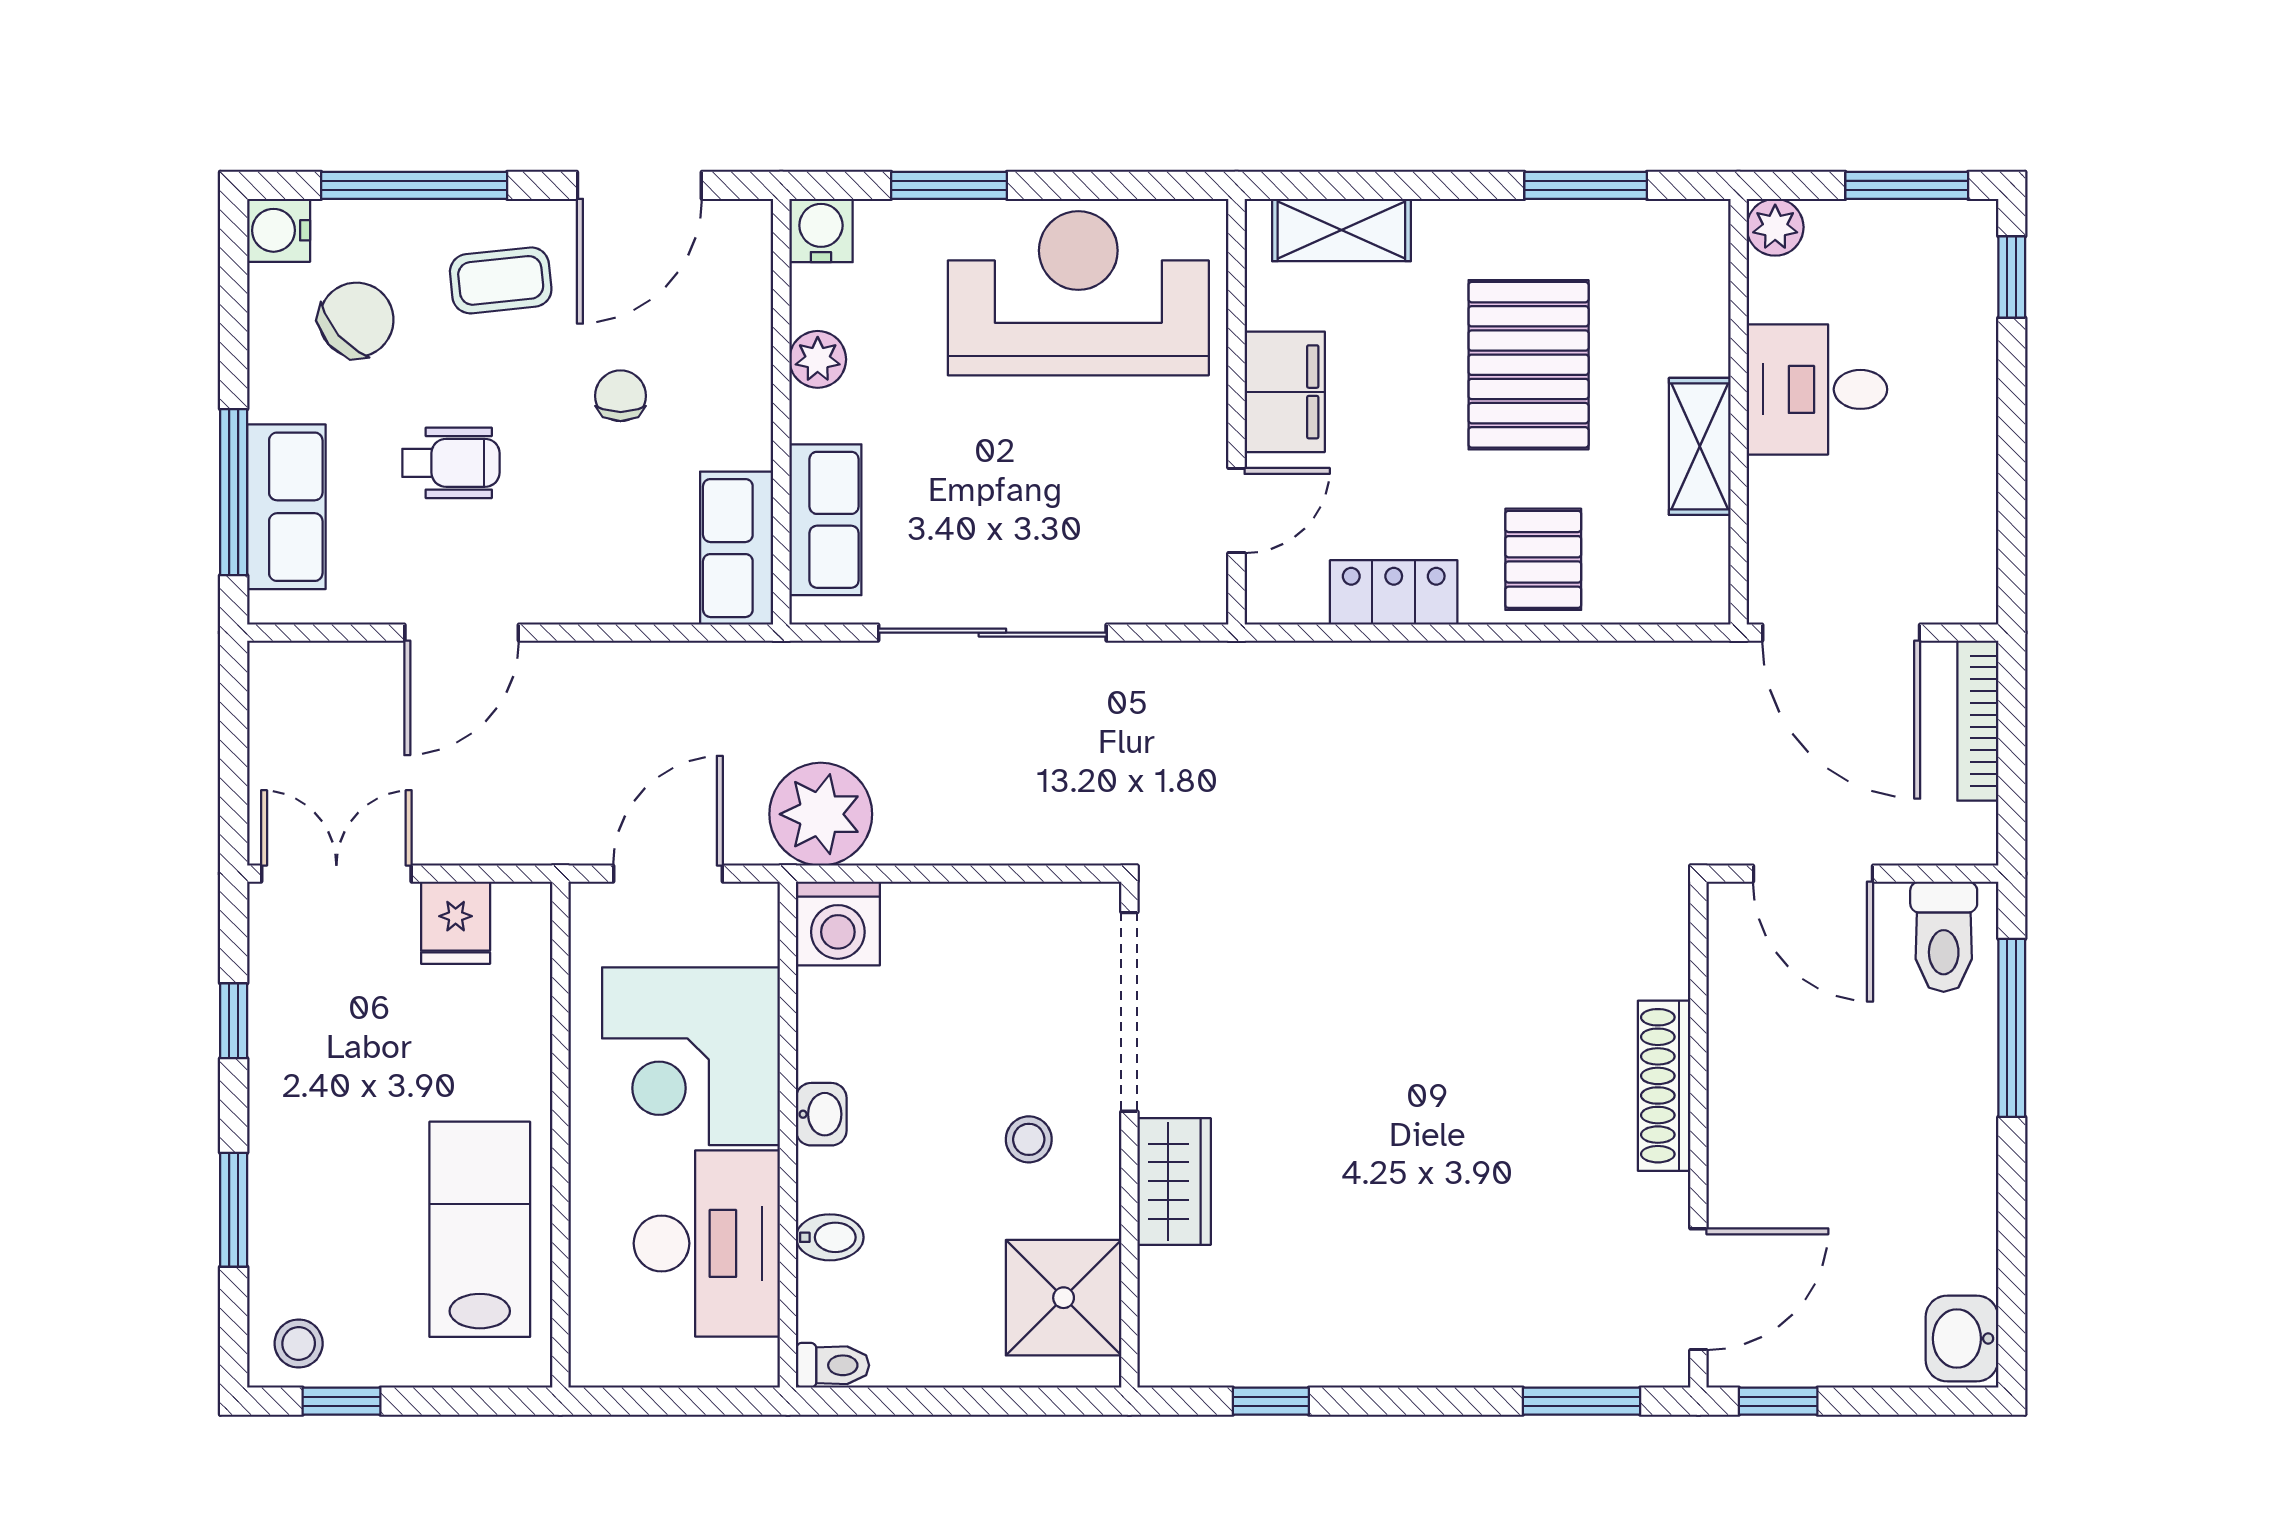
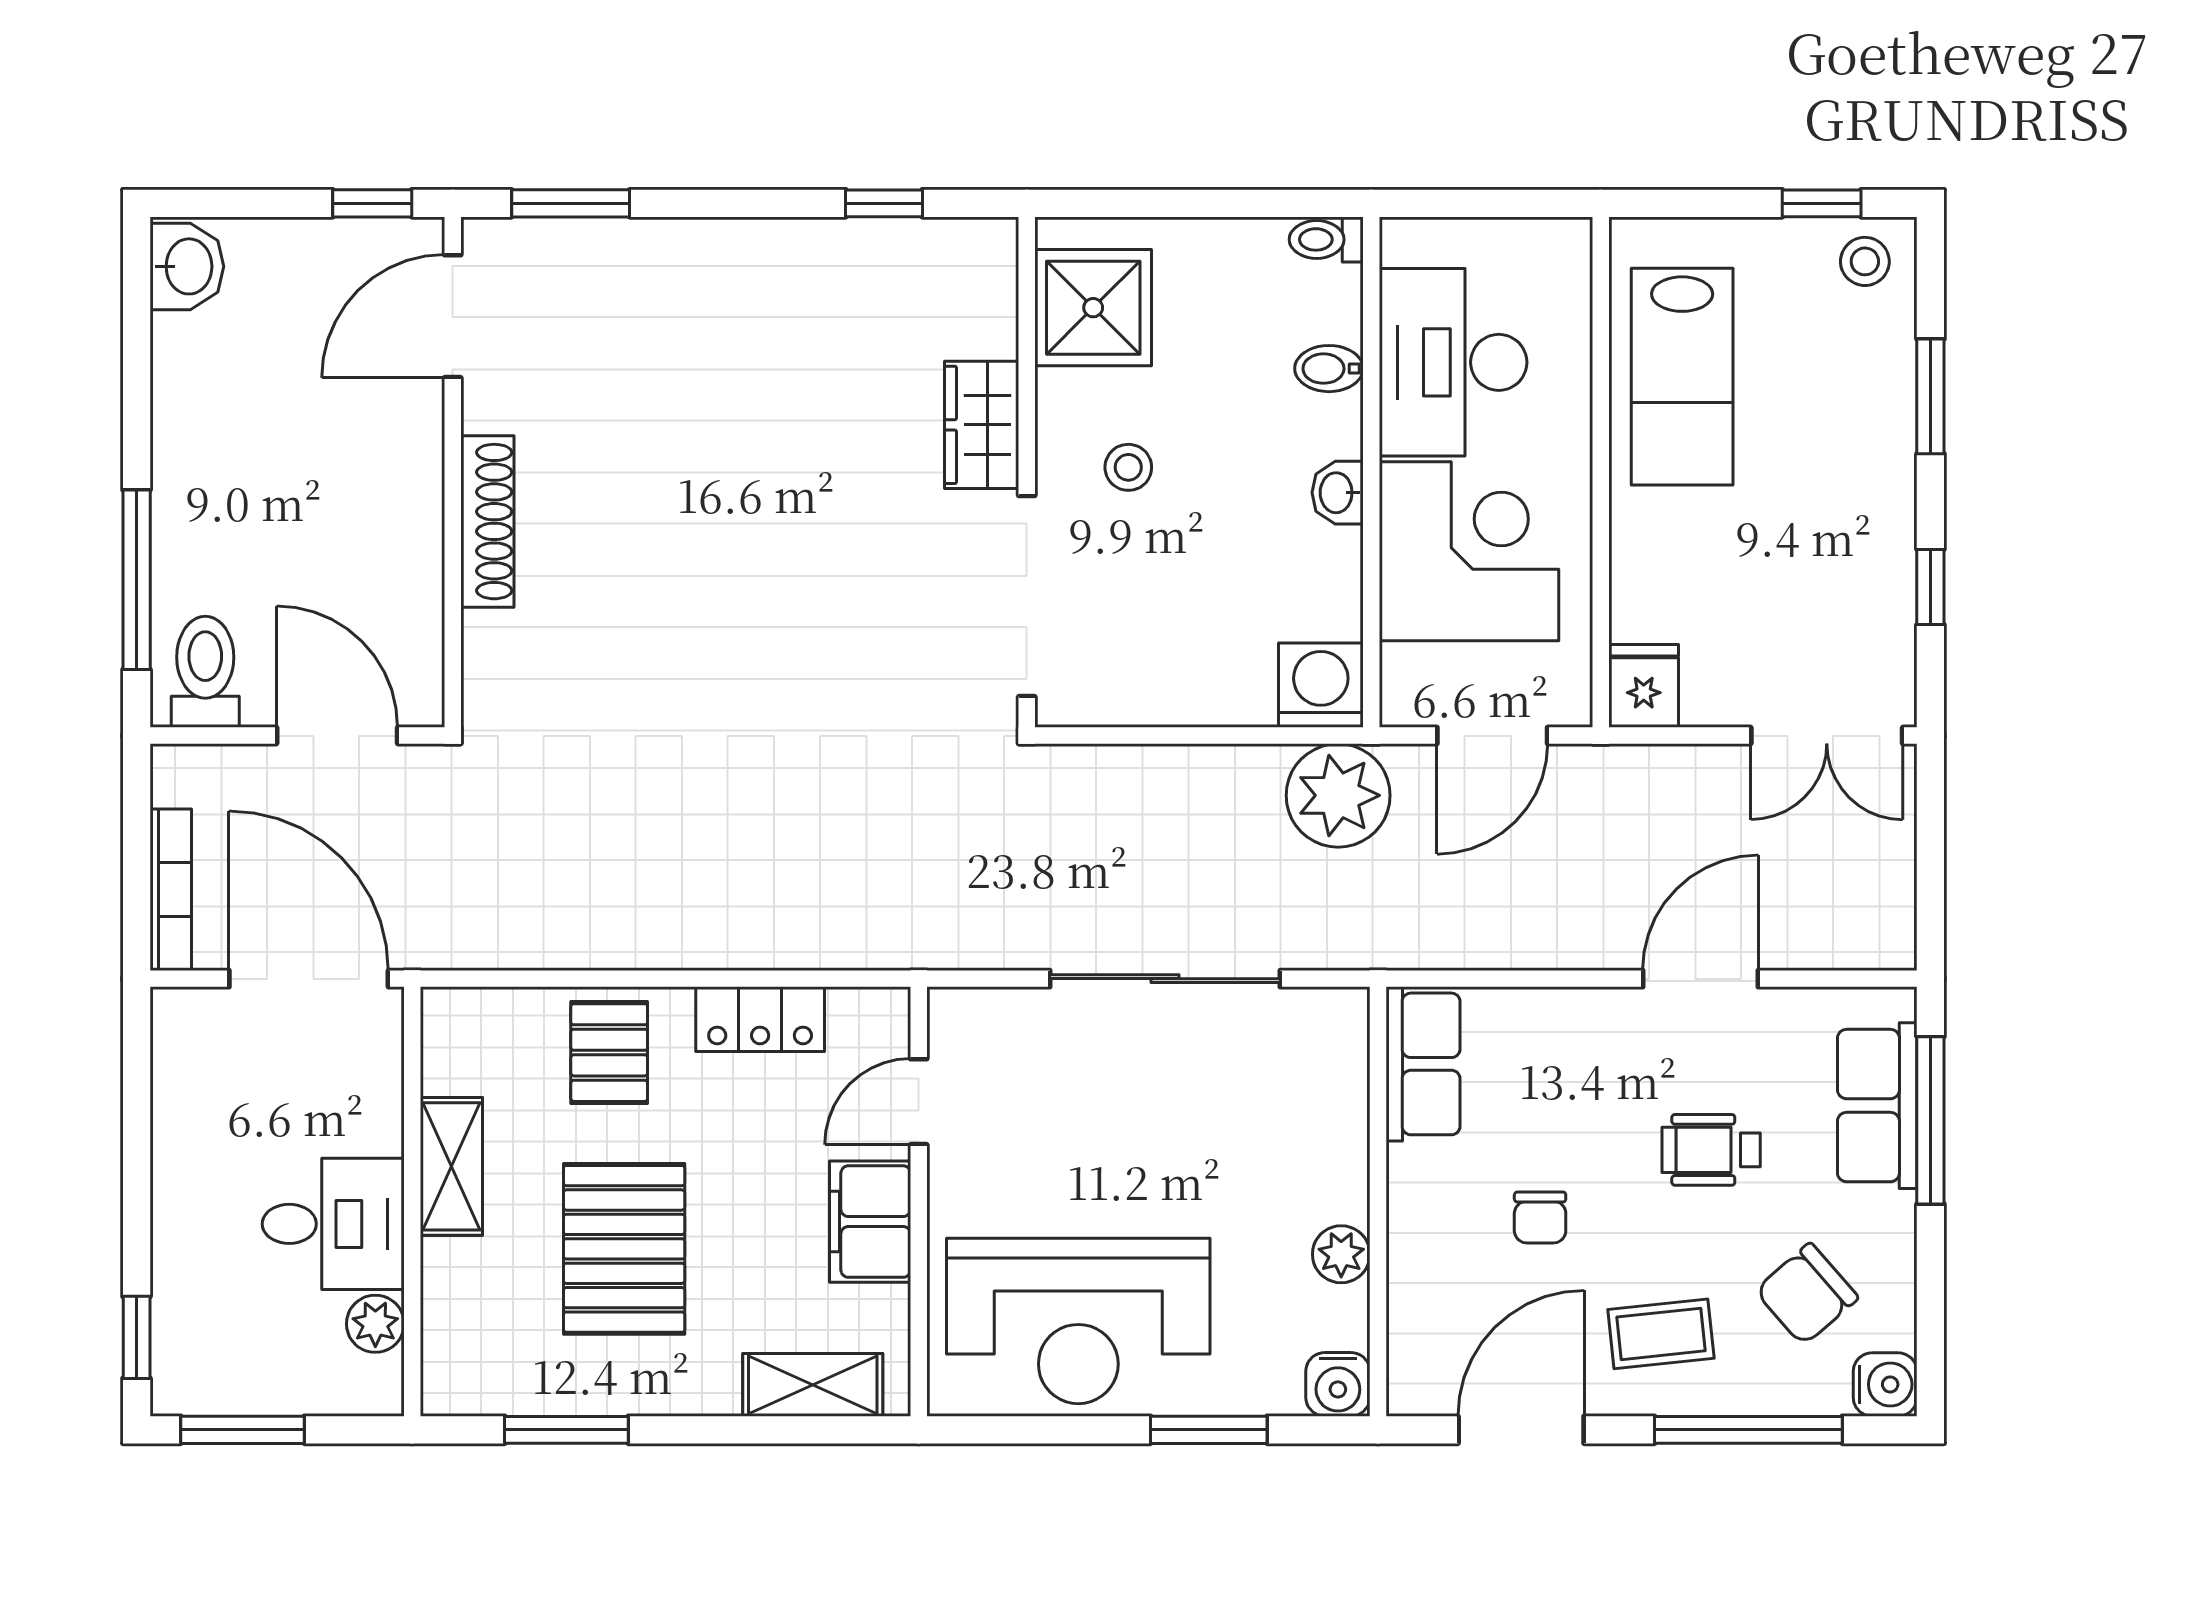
plant: (1775, 227) -> (375, 1324), moved
row of seats: (825, 520) -> (1333, 1092), removed
fridge: (456, 923) -> (1644, 686), moved

